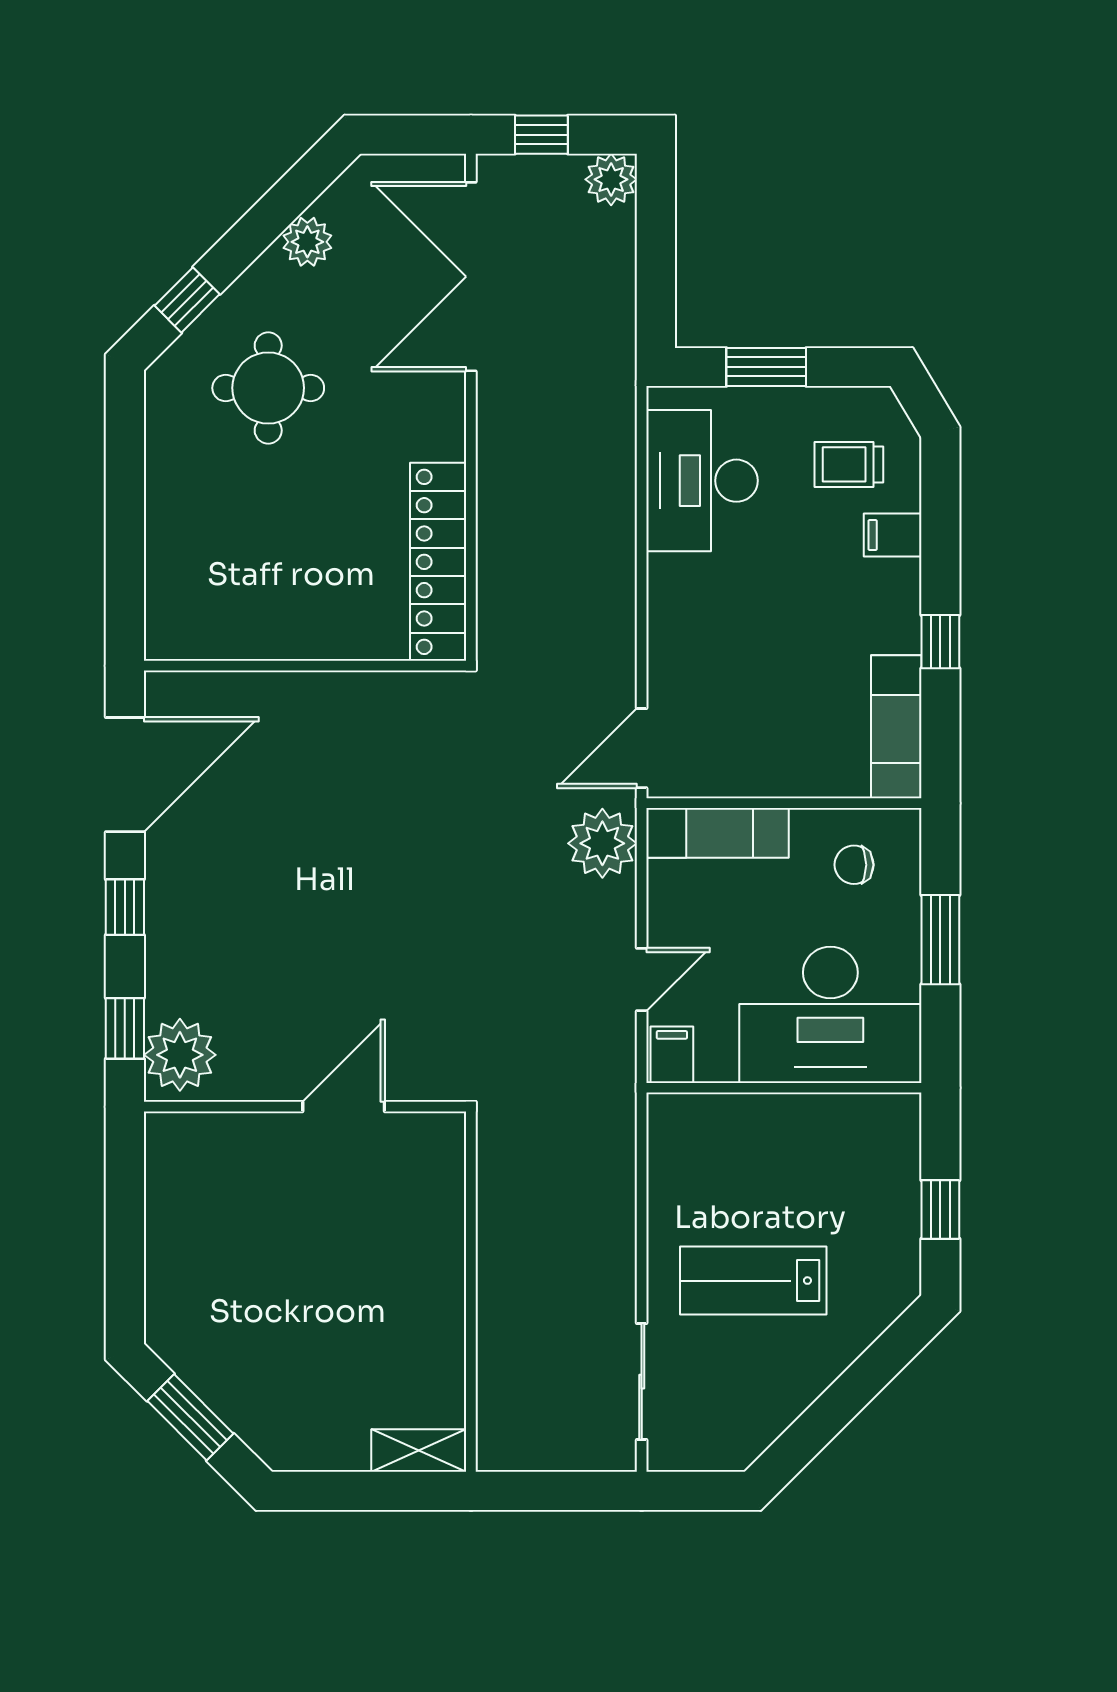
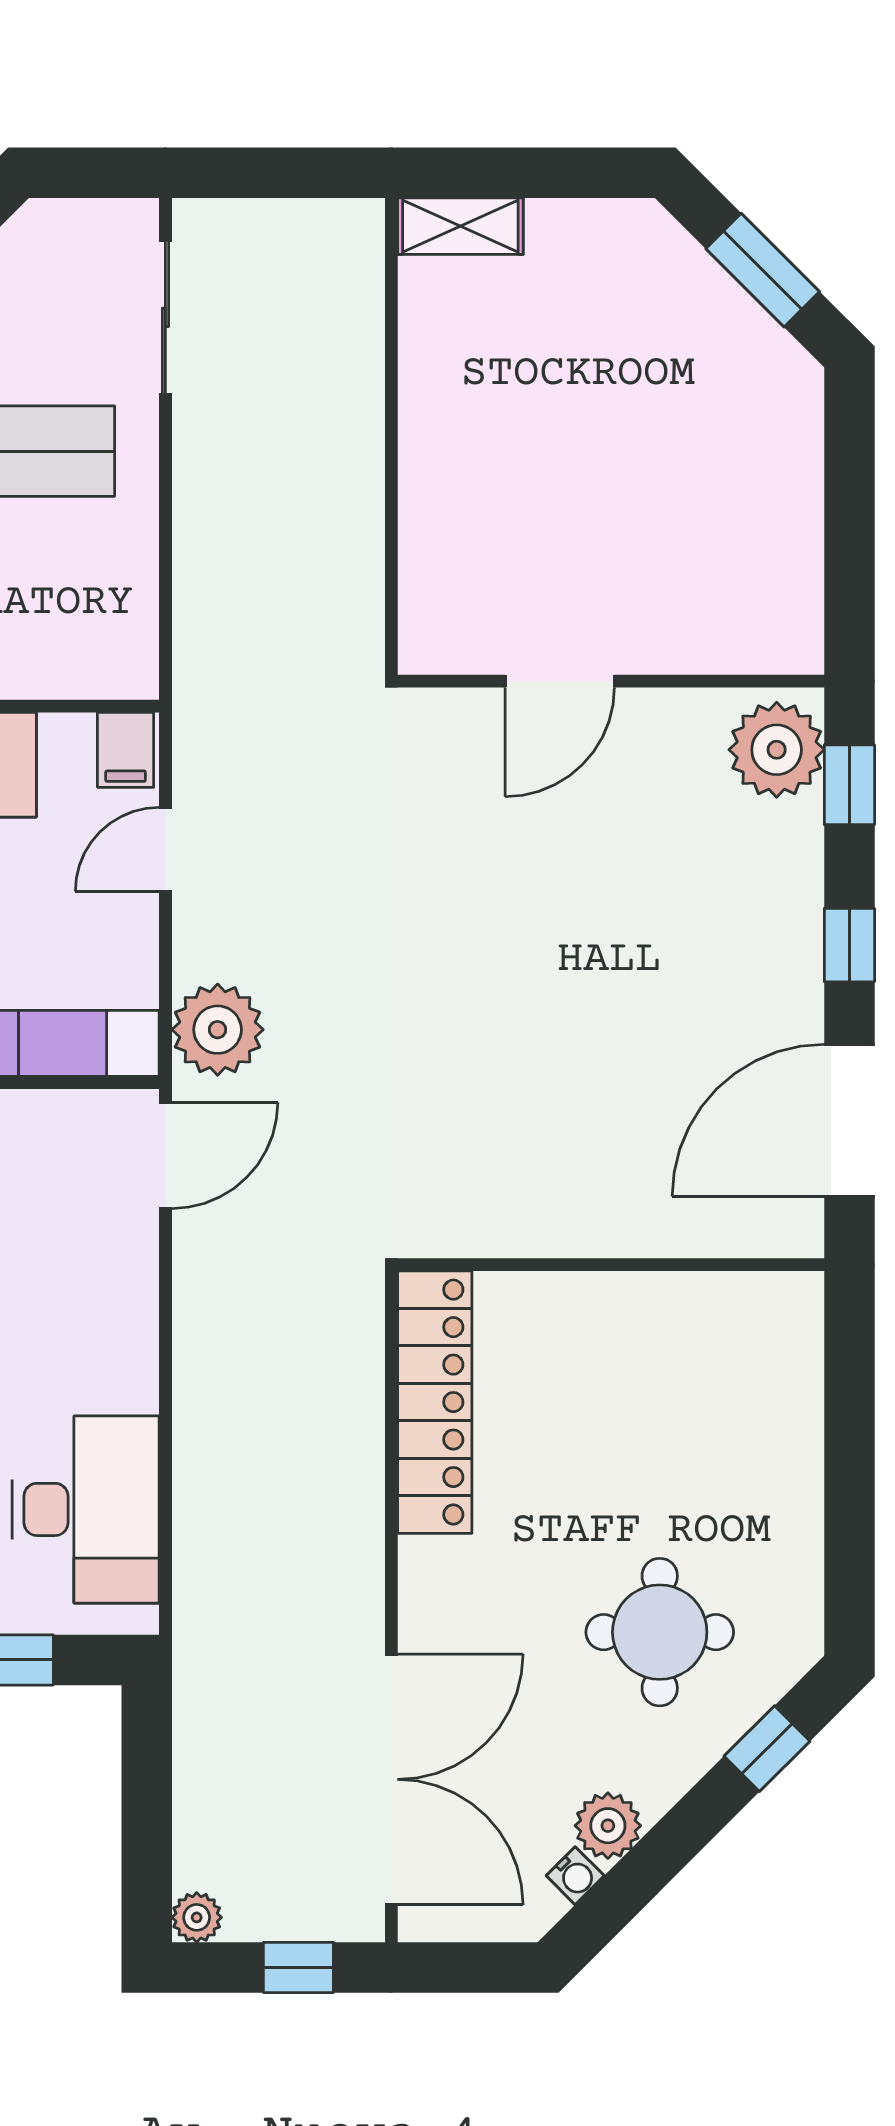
plant: (611, 179) -> (197, 1917), width x0.73, depth x0.73
water cooler: (332, 204) -> (575, 1876), added

